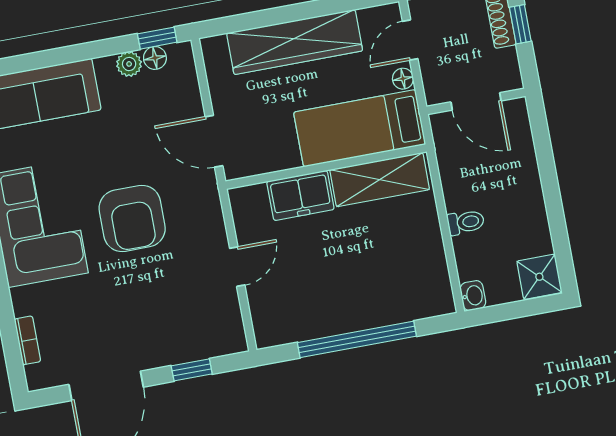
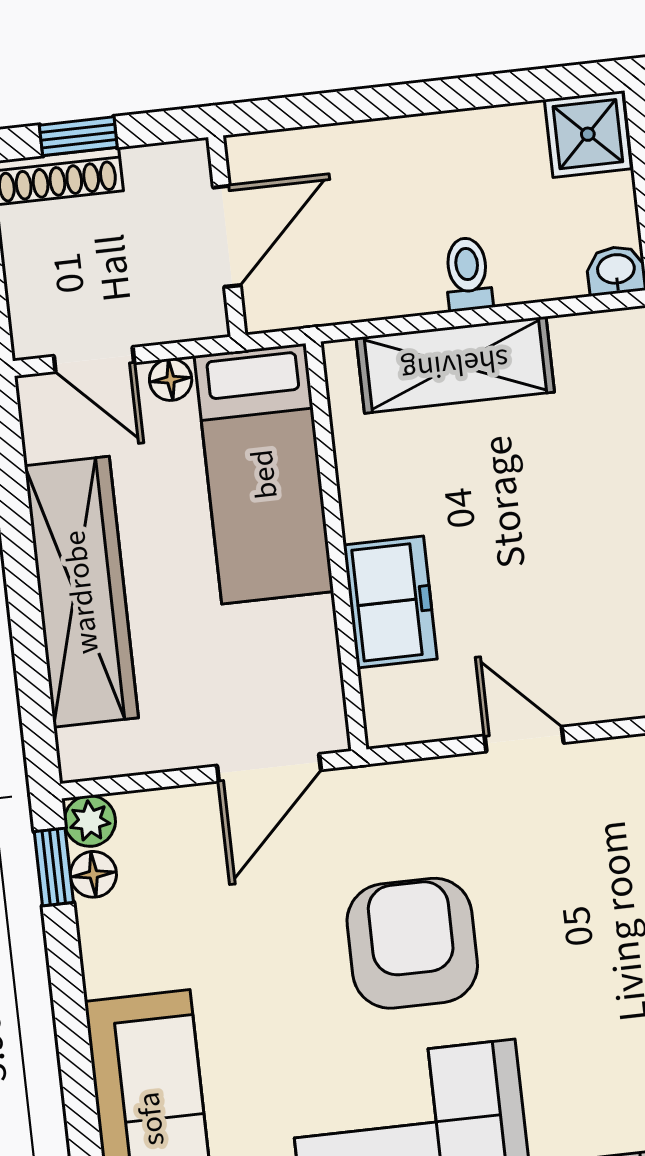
plant: (129, 64) -> (90, 821), moved
shelving: (380, 180) -> (455, 365), moved, turned 90
armchair: (132, 218) -> (412, 943), turned -90

